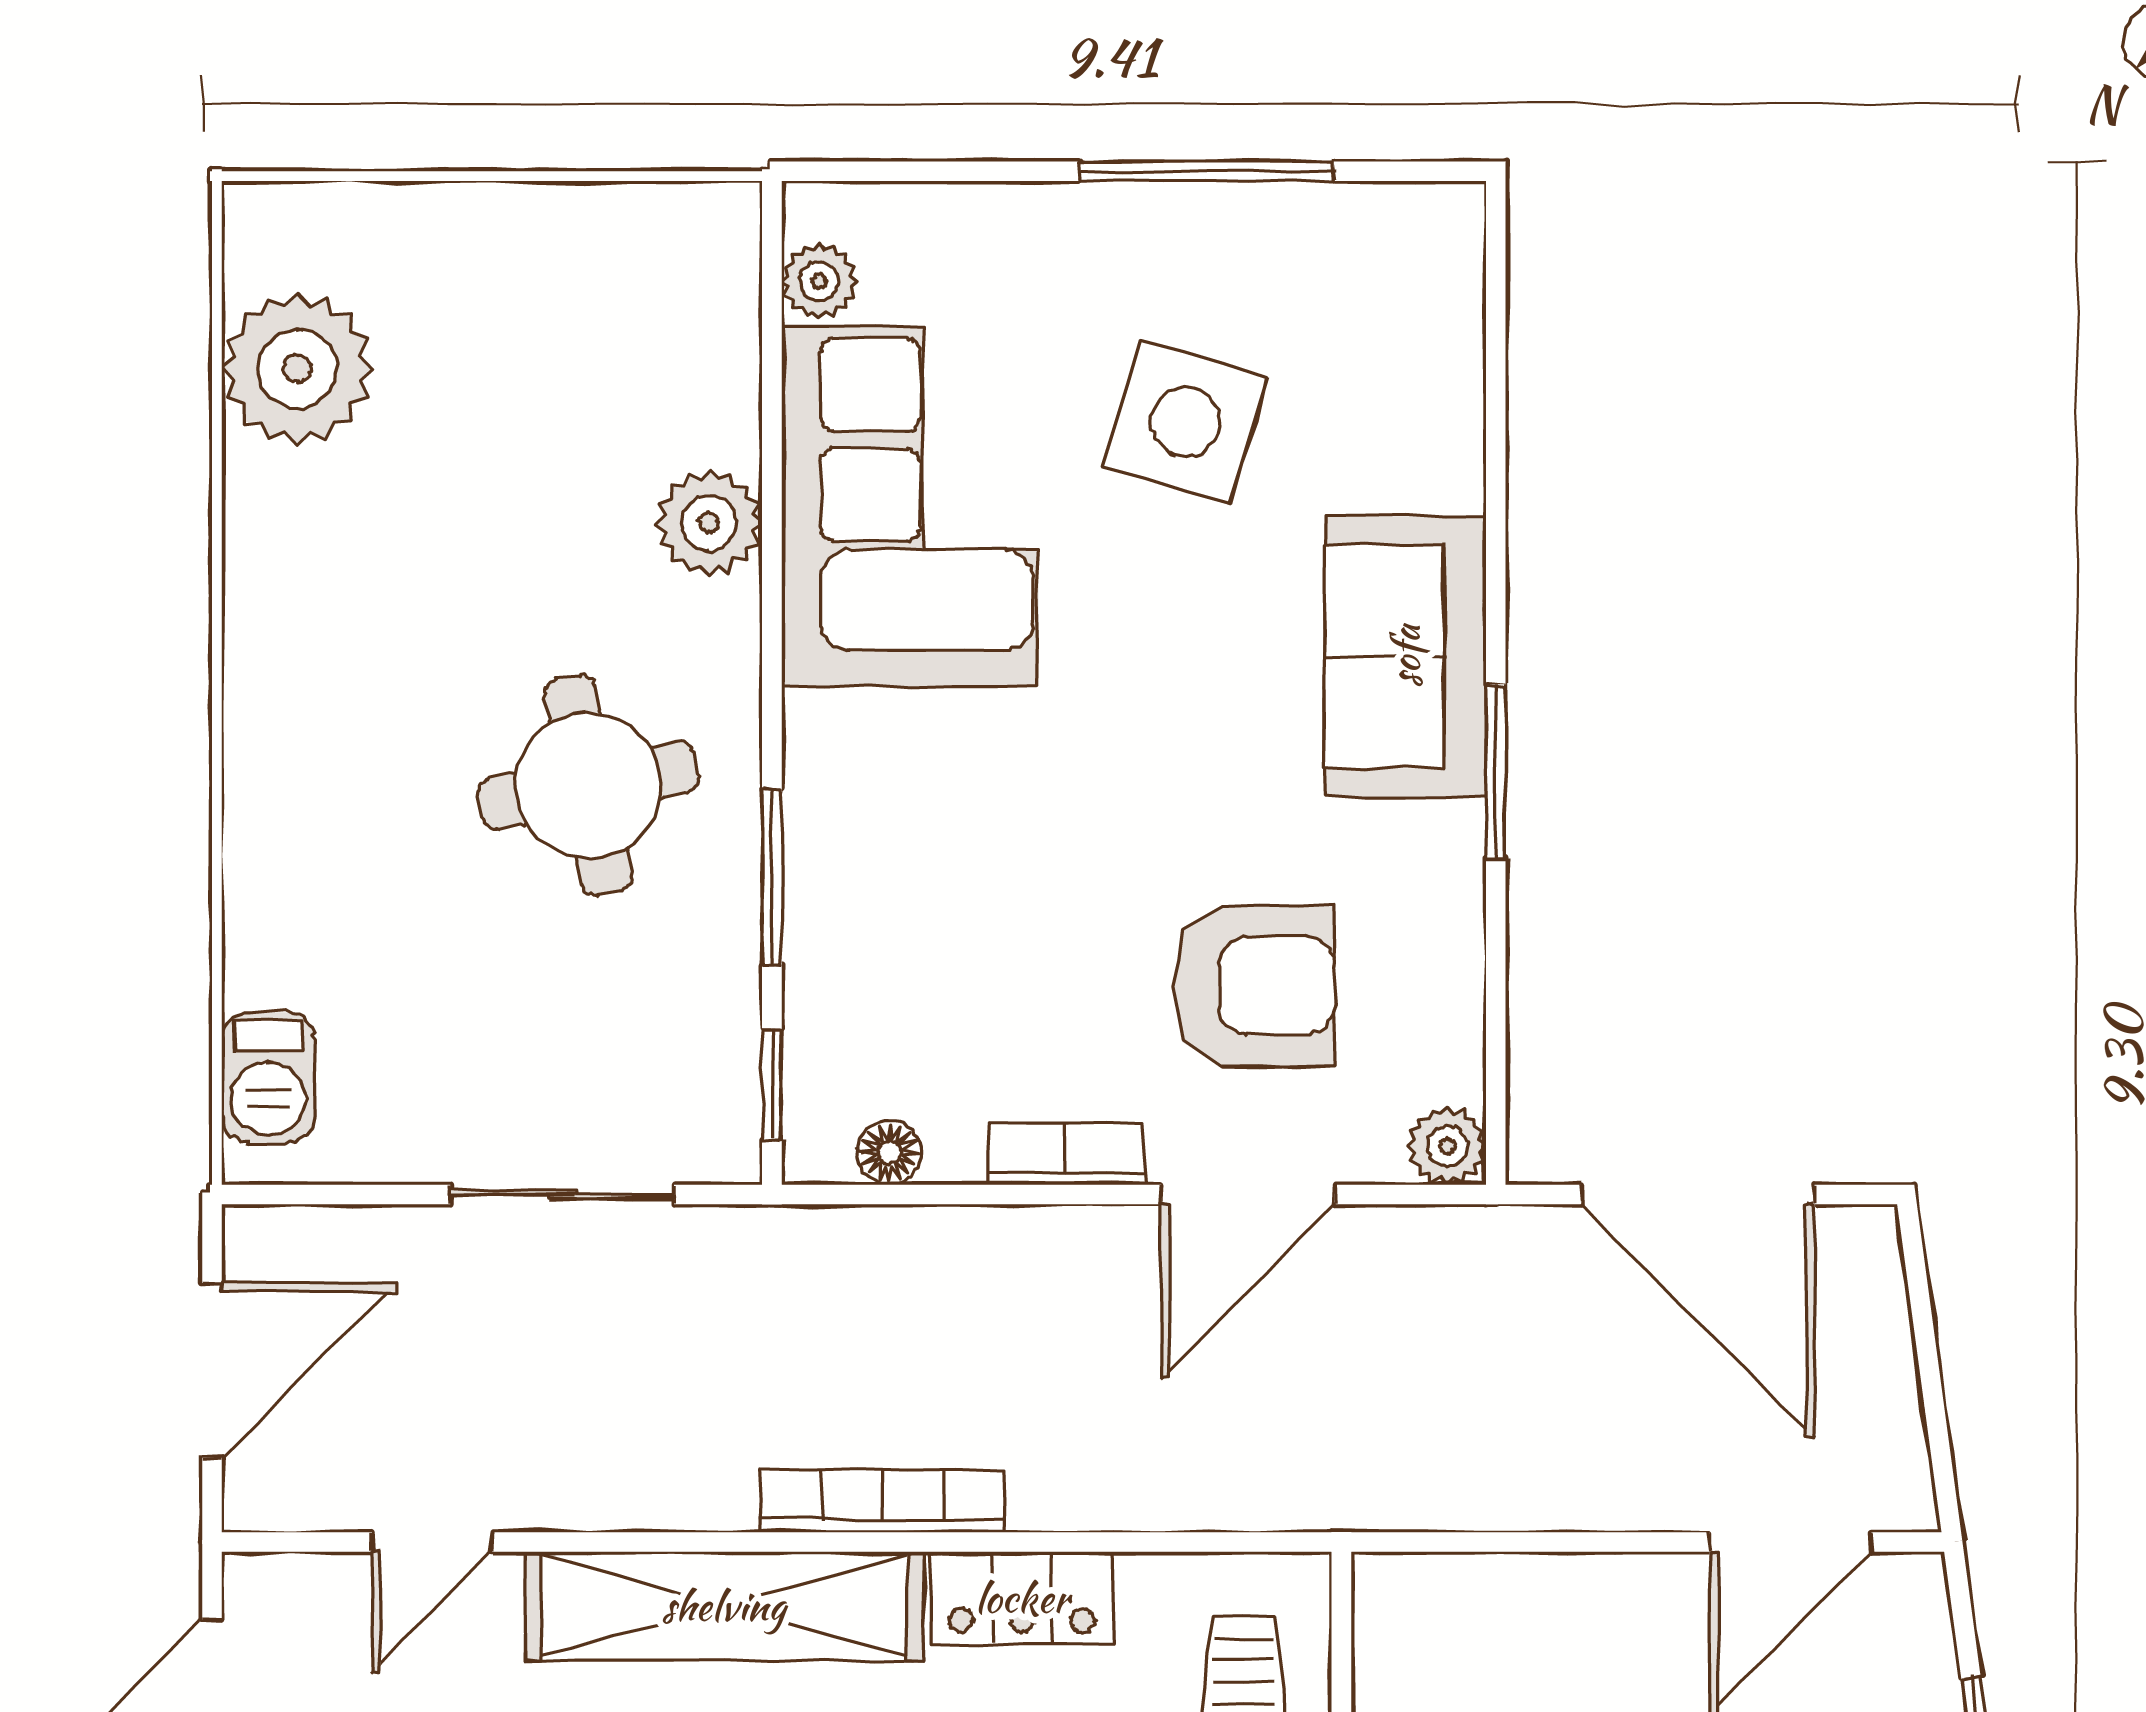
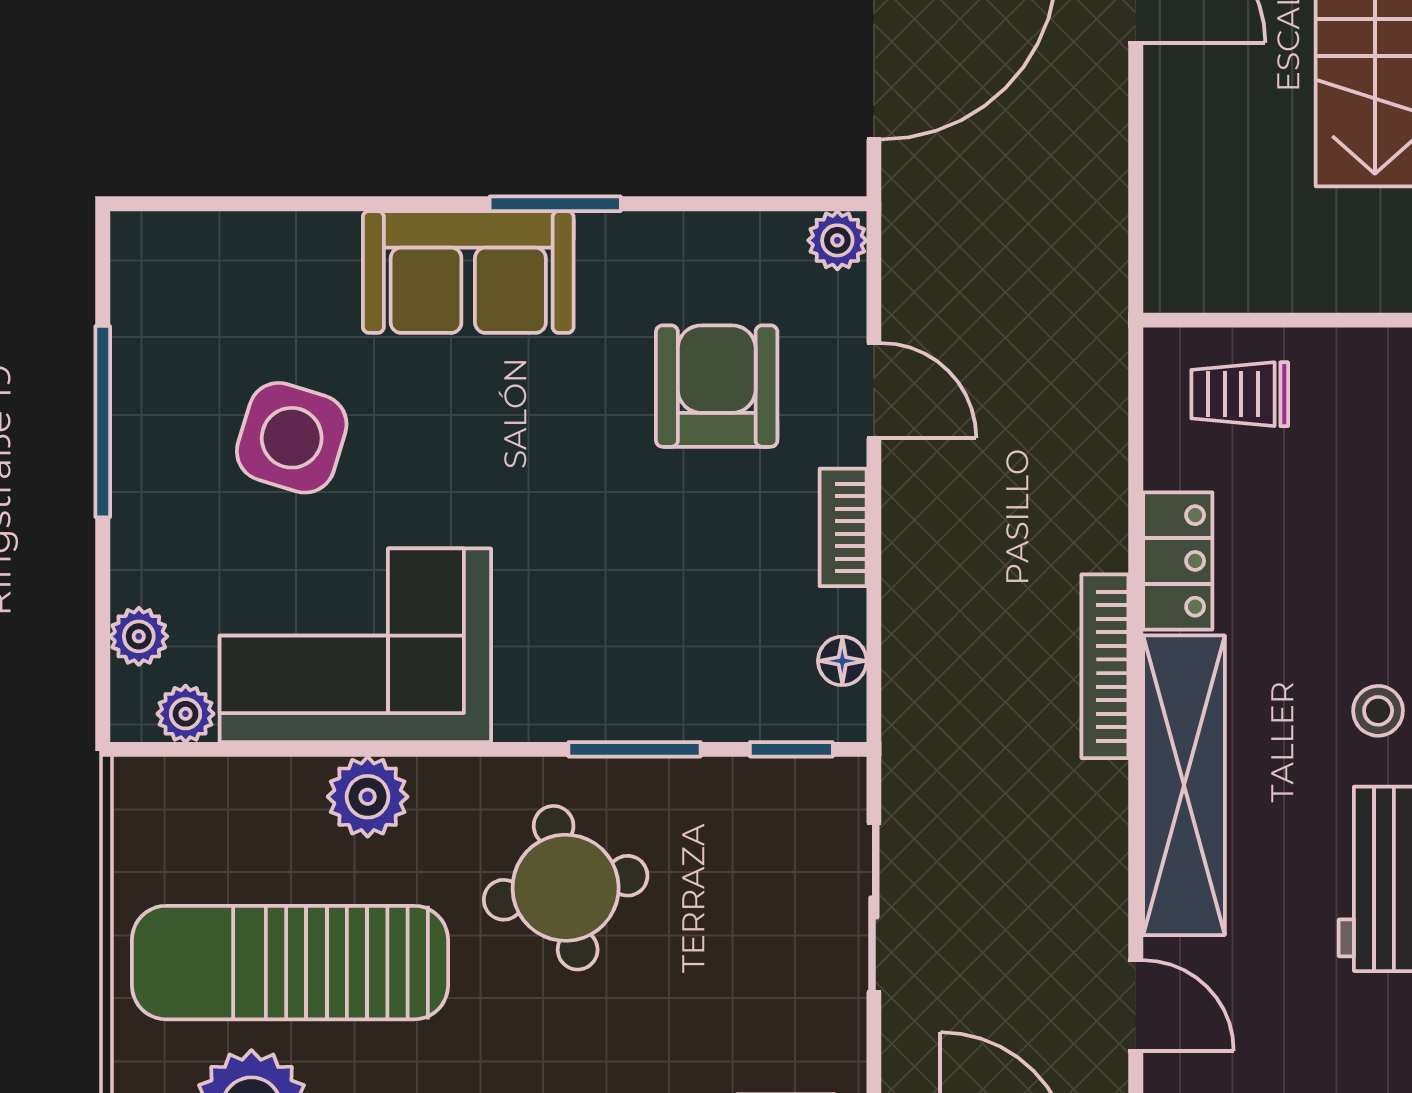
plant: (922, 219) -> (139, 636), added
sun lounger: (489, 420) -> (290, 963), added
door: (1248, 1194) -> (874, 391), width x0.73

